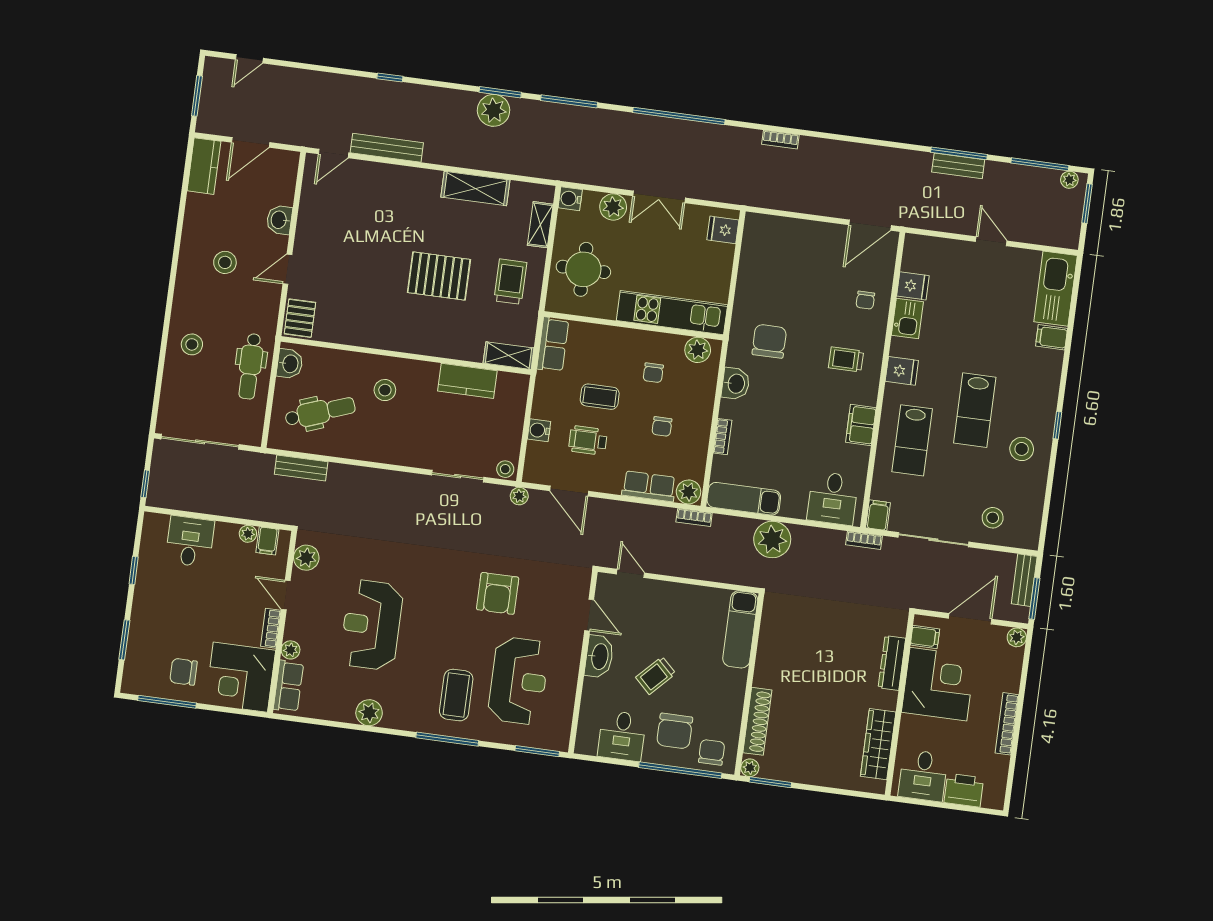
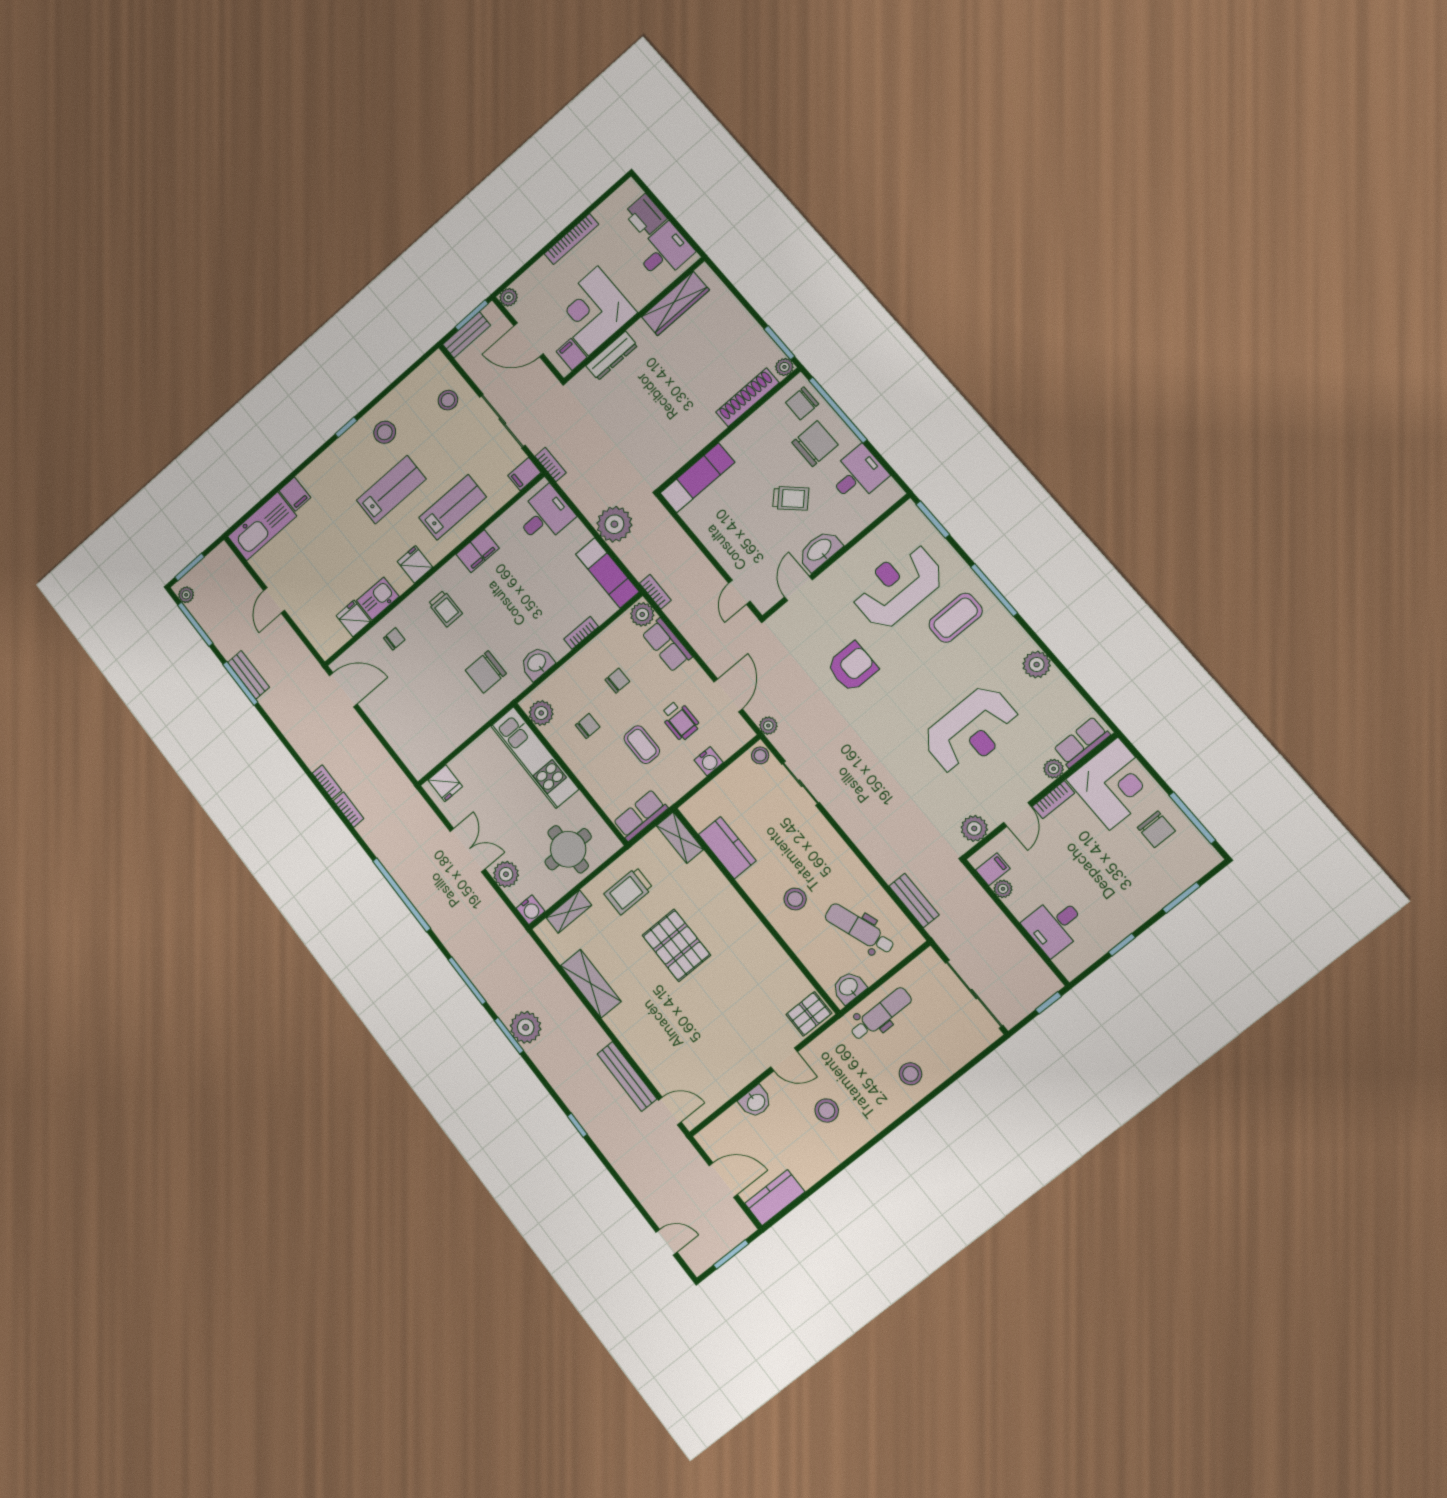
bookcase: (817, 144) -> (327, 782), added

